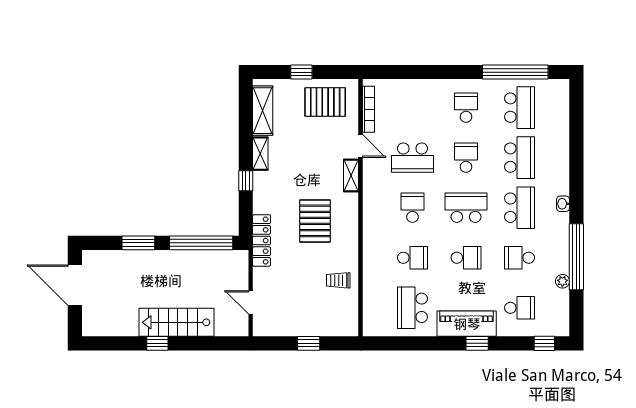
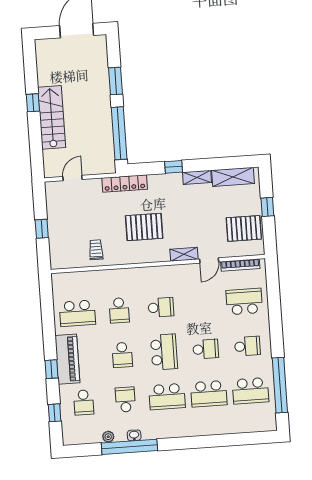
pallet: (325, 102) -> (244, 228), turned 90
school desk: (412, 158) -> (244, 302), moved, turned 90
washbasin: (563, 204) -> (134, 435), moved
school desk: (412, 308) -> (77, 313), turned 180
window: (544, 343) -> (55, 413), moved

